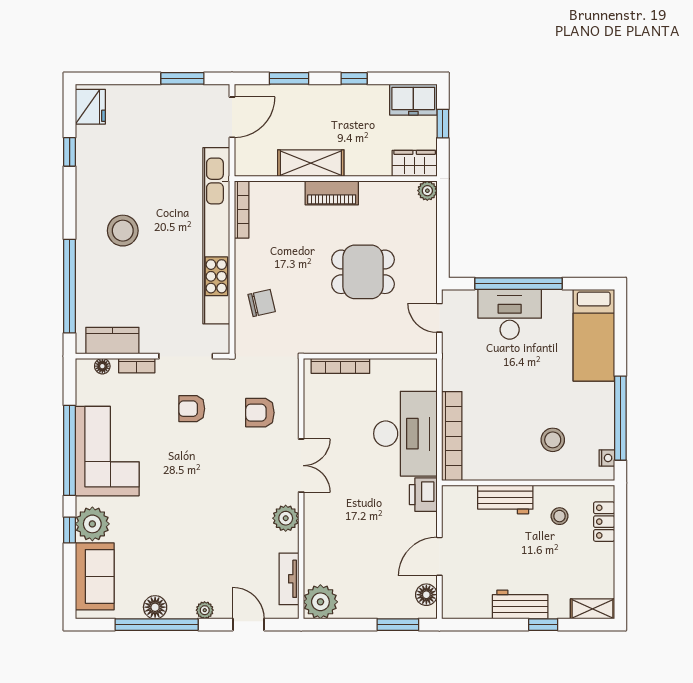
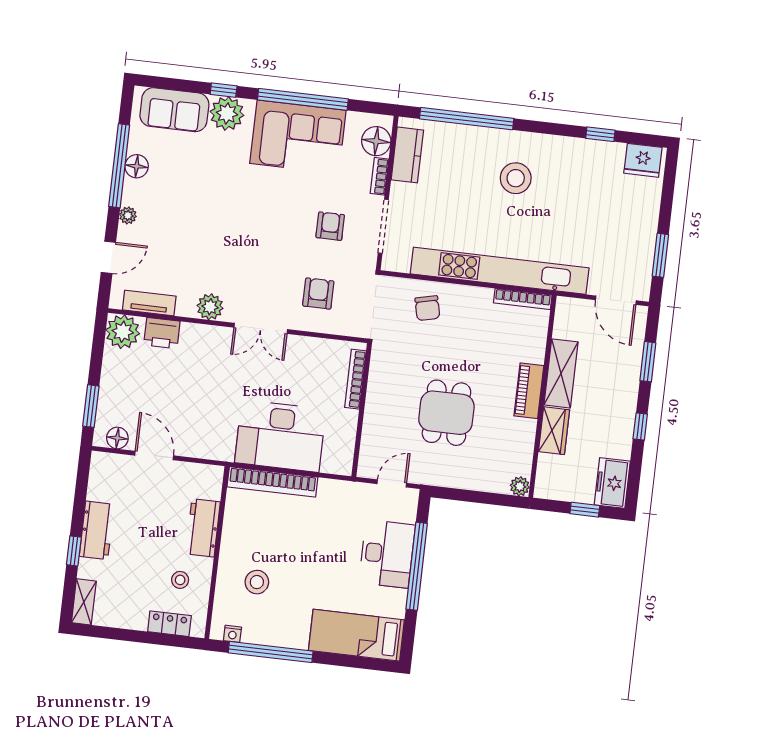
wardrobe: (415, 163) -> (554, 431), moved
floor lamp: (102, 366) -> (376, 141), width x1.89, depth x1.89
printer: (423, 495) -> (162, 333), moved, turned 180

